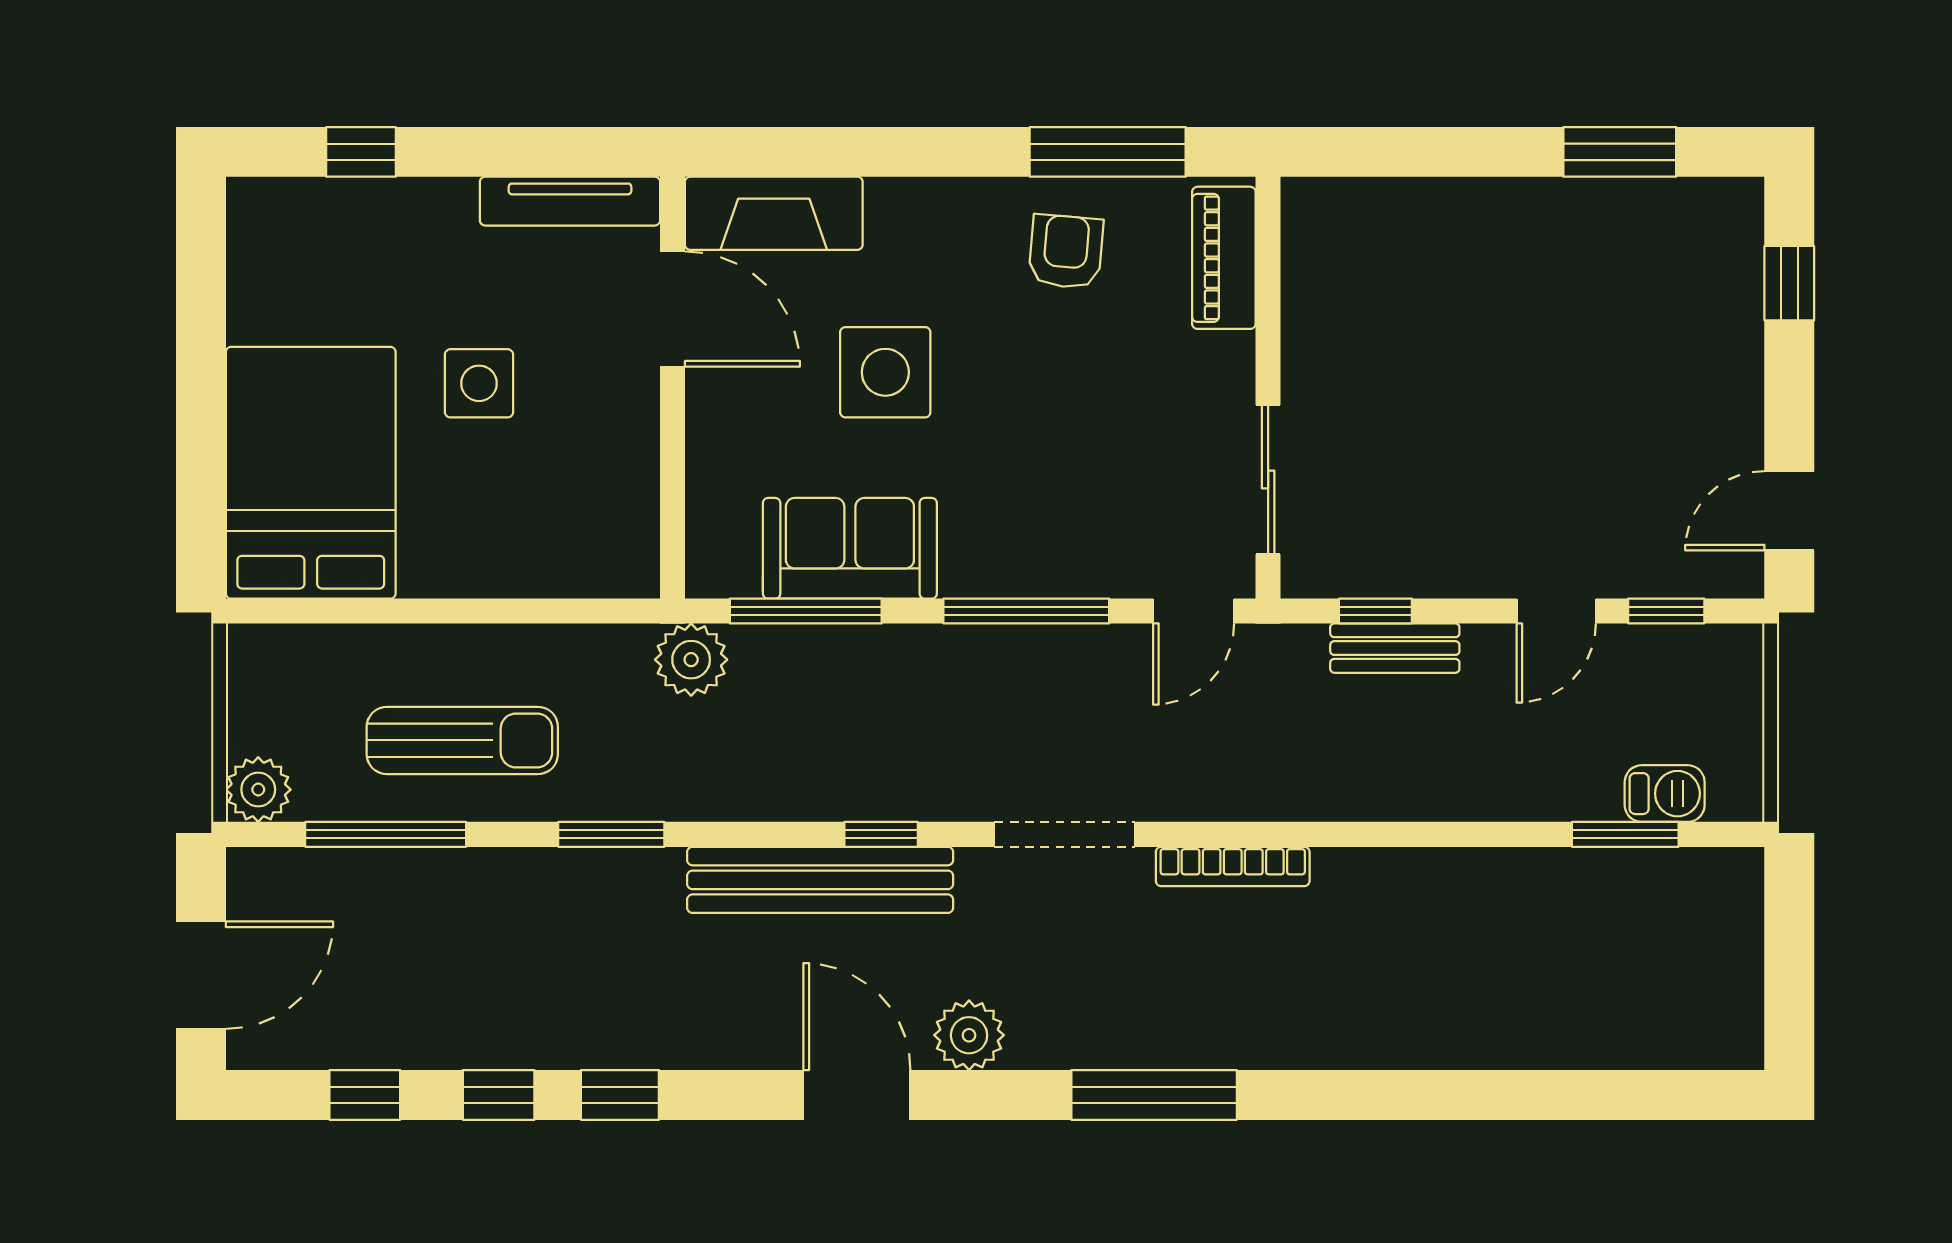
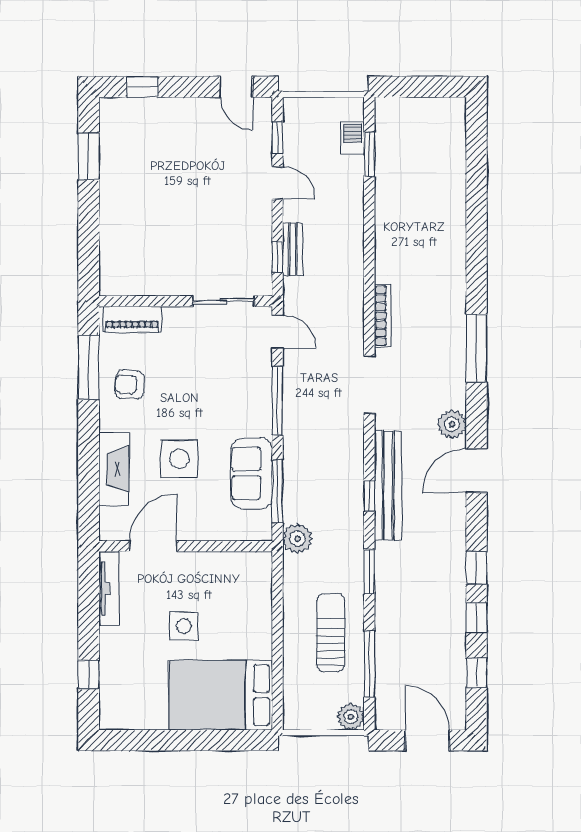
fireplace: (774, 213) -> (114, 469), moved
window: (881, 834) -> (369, 496), moved

